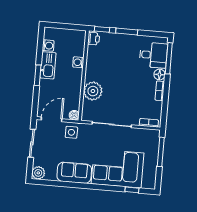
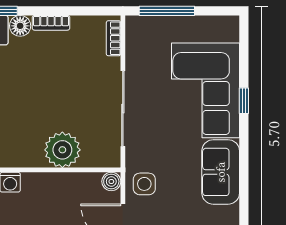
window: (132, 190) -> (244, 101), moved

